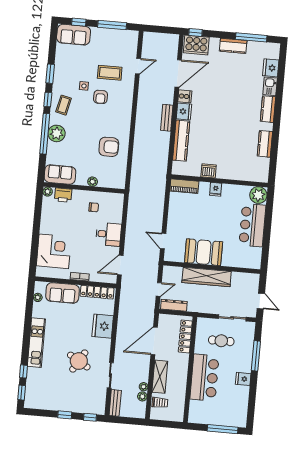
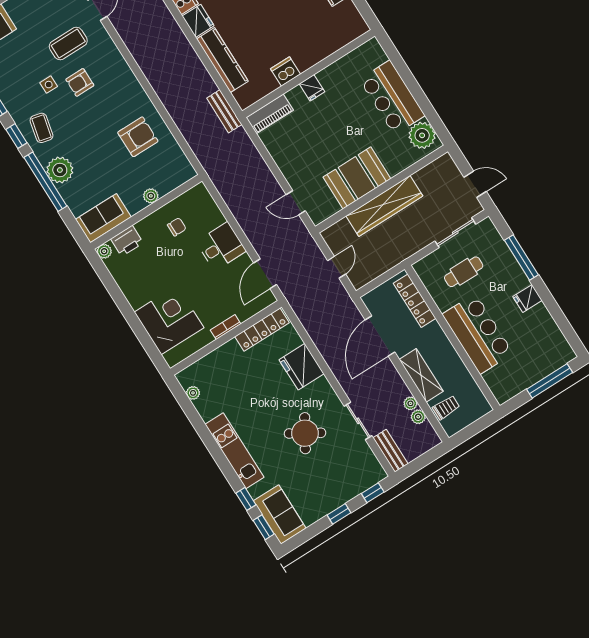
armchair: (101, 97) -> (80, 82), turned 90
bench: (167, 118) -> (224, 111), moved
plant: (258, 195) -> (422, 135), moved
sofa: (62, 293) -> (280, 515), moved, turned -90
dresser: (174, 305) -> (371, 273), removed

